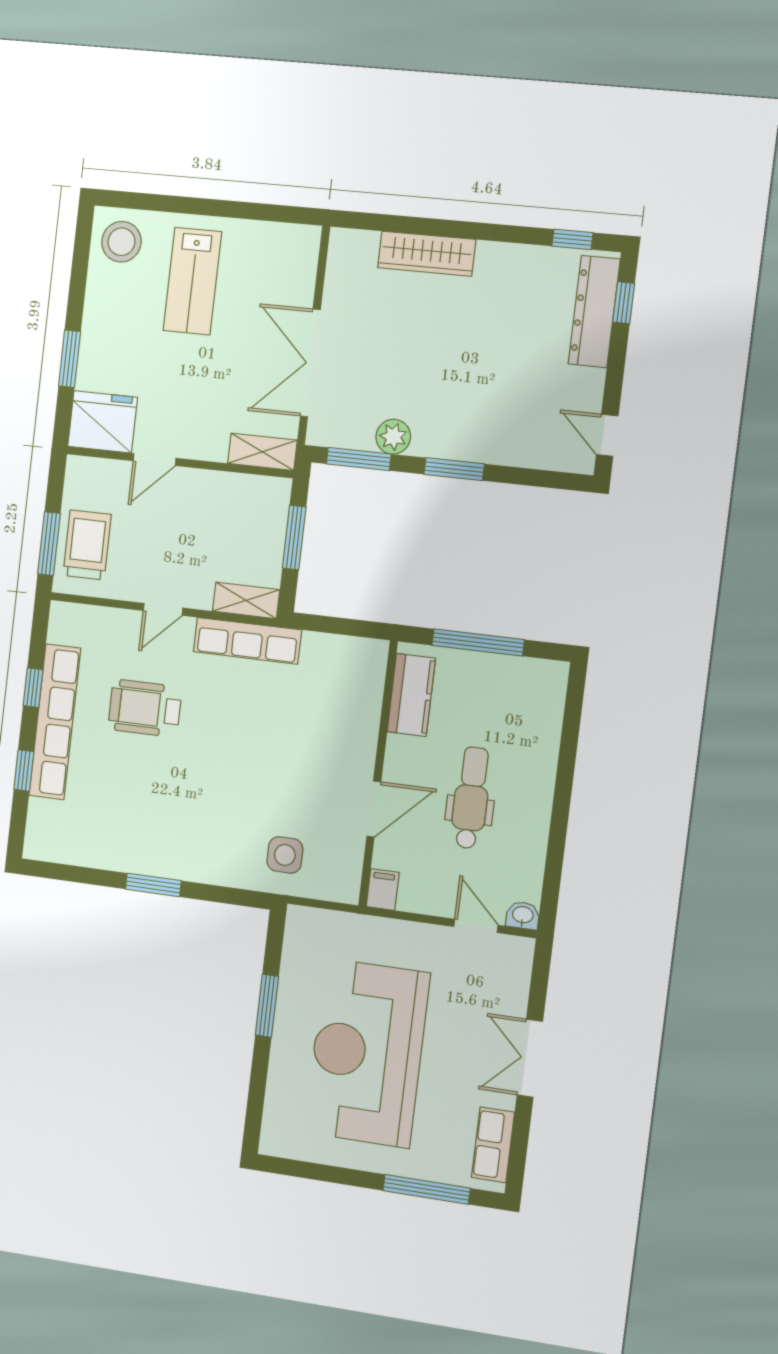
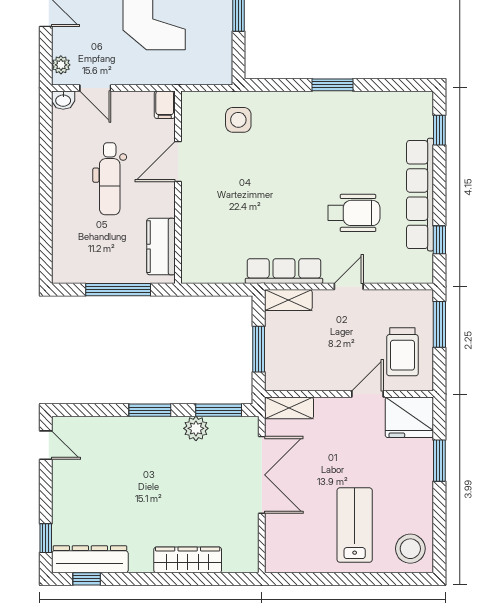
dresser: (594, 312) -> (90, 559), moved, turned -90
trolley: (87, 545) -> (402, 352), moved
window: (33, 688) -> (439, 240), moved
window: (24, 770) -> (439, 130), moved
plant: (520, 965) -> (61, 65), added

